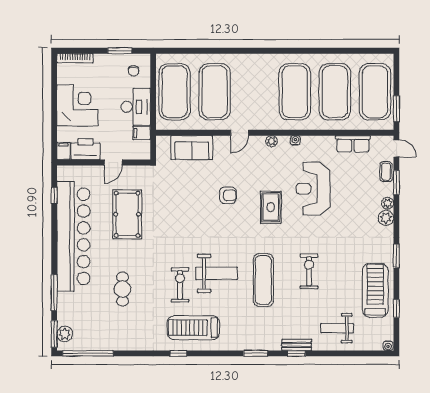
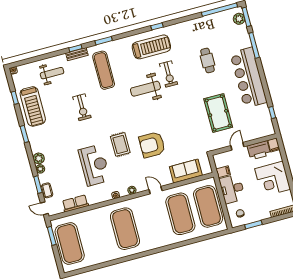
exercise mat: (335, 92) -> (97, 236), removed
door: (240, 133) -> (156, 190), hinge flipped
armchair: (228, 195) -> (152, 145), width x1.88, depth x1.88
bar counter: (73, 236) -> (248, 78), width x0.73
exercise mat: (263, 280) -> (104, 70), moved

